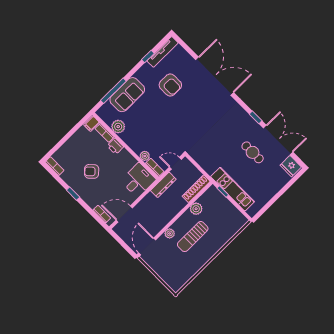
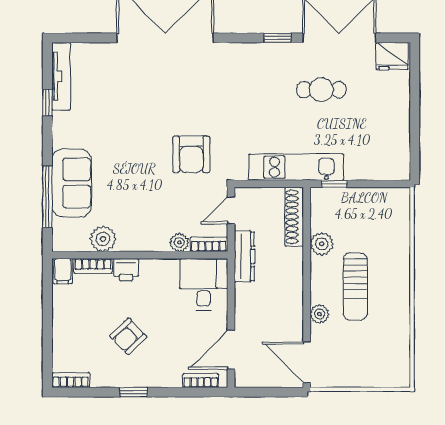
armchair: (170, 85) -> (191, 154), moved, turned 90
kitchen unit: (233, 189) -> (296, 167), moved

